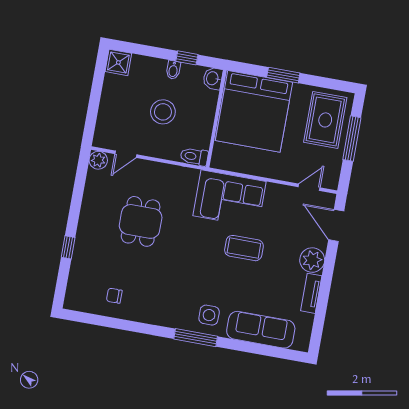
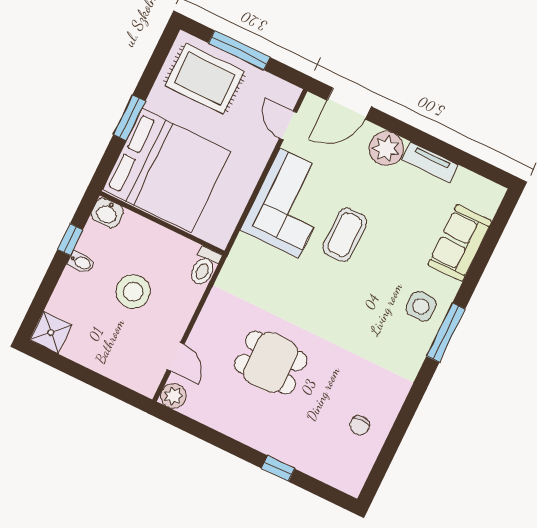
corner sofa: (230, 199) -> (289, 203), moved
sofa: (261, 330) -> (460, 243), width x0.73

